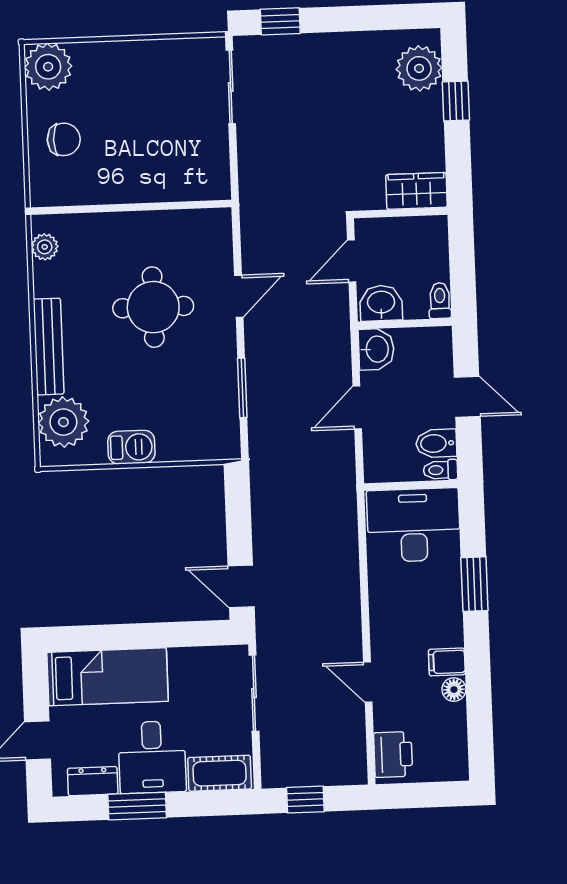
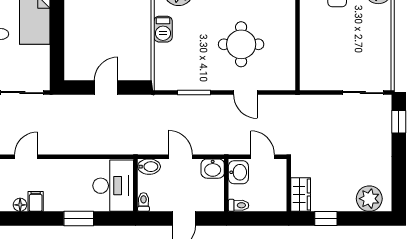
window: (456, 101) -> (326, 219), moved
bidet: (436, 443) -> (149, 167), moved, turned 90
door: (241, 586) -> (106, 88), moved

